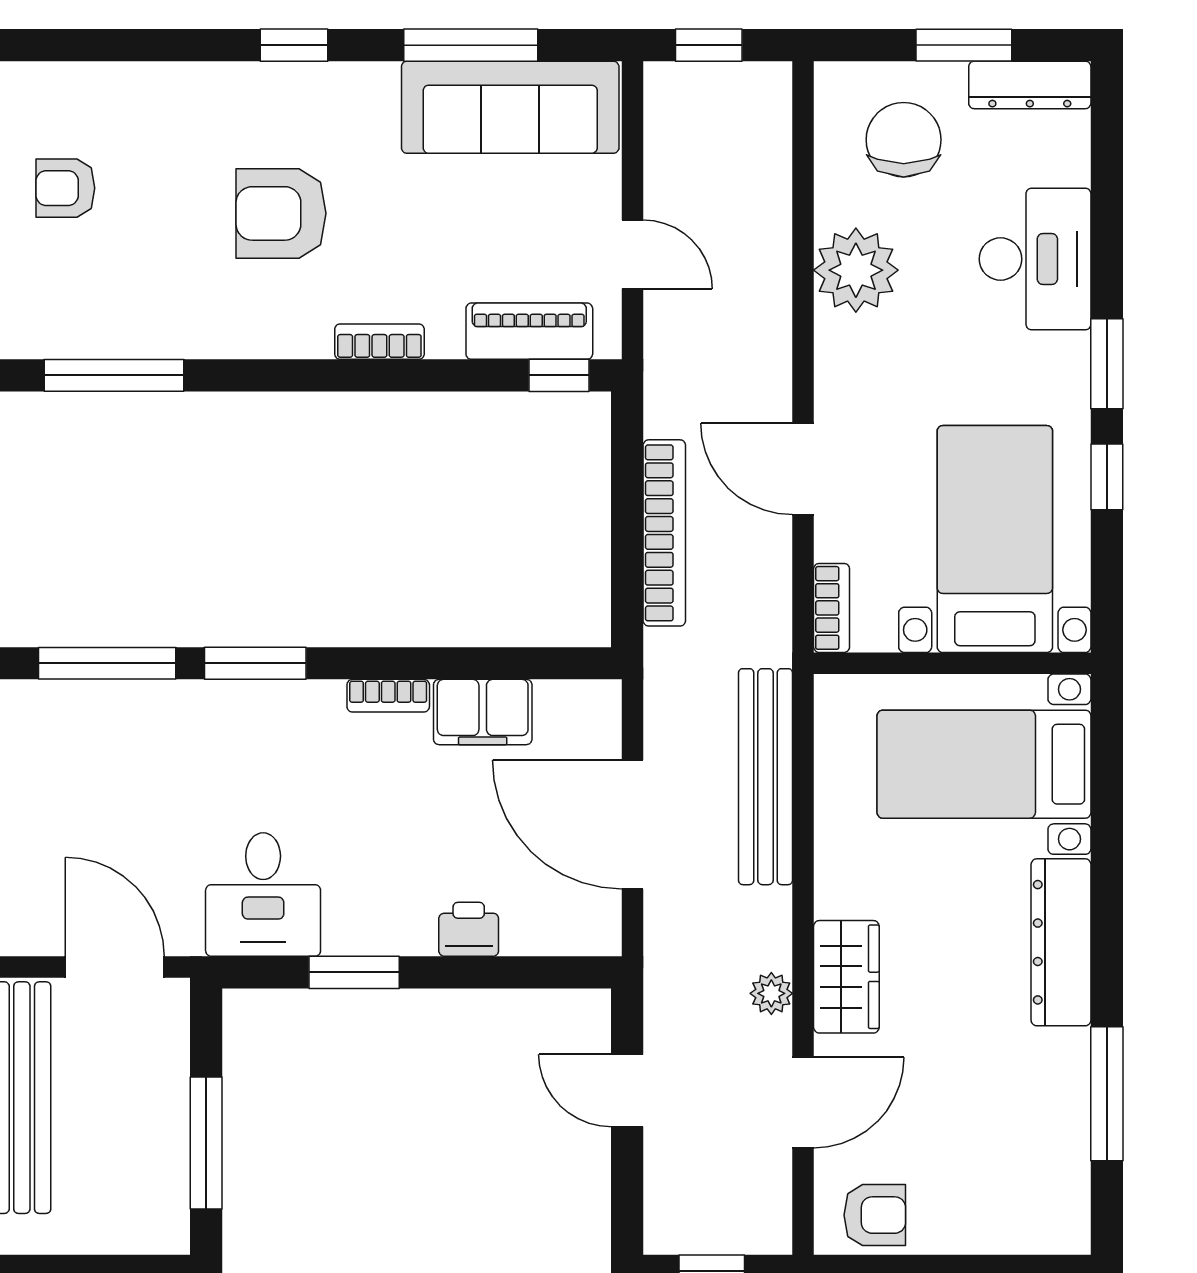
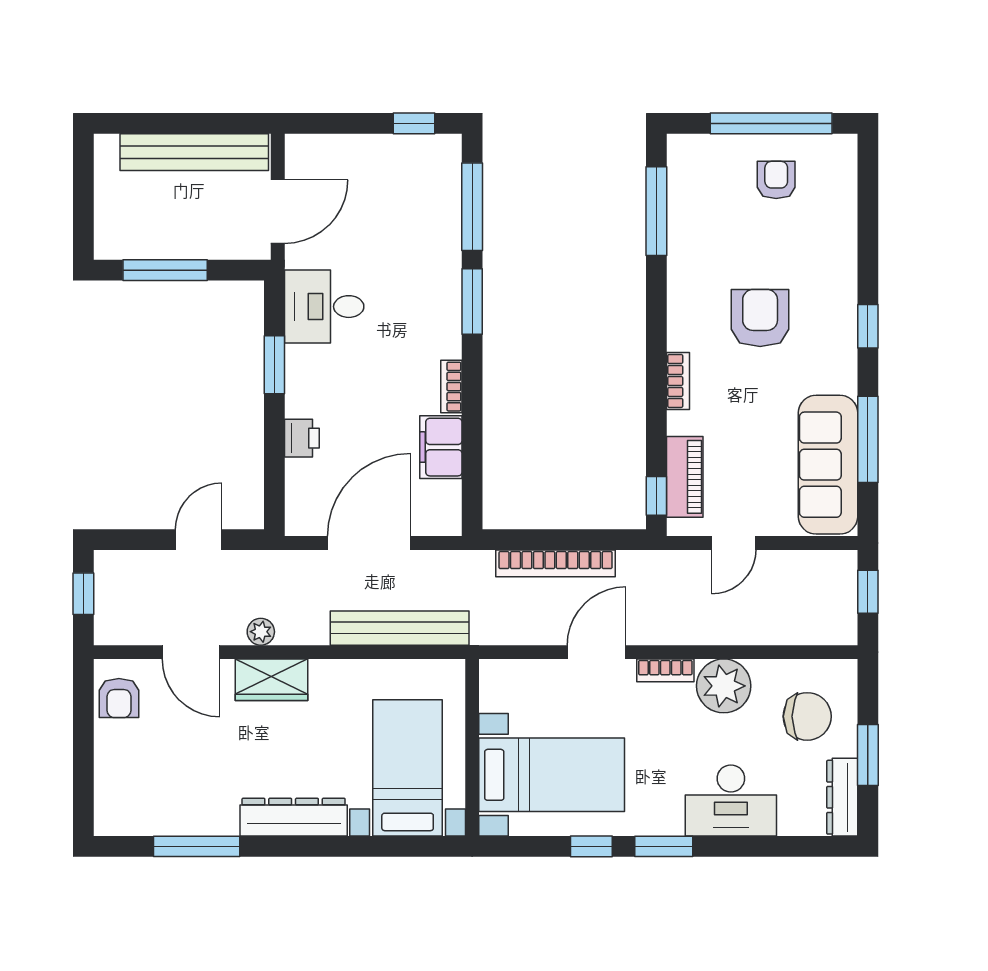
bookcase: (832, 608) -> (665, 670), moved

